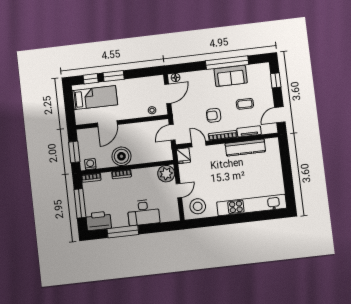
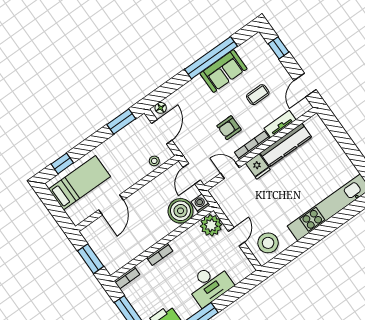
window: (114, 76) -> (121, 122), moved
boiler: (121, 156) -> (181, 211), moved
fridge: (183, 156) -> (258, 166), moved
washing machine: (90, 164) -> (200, 203), moved

